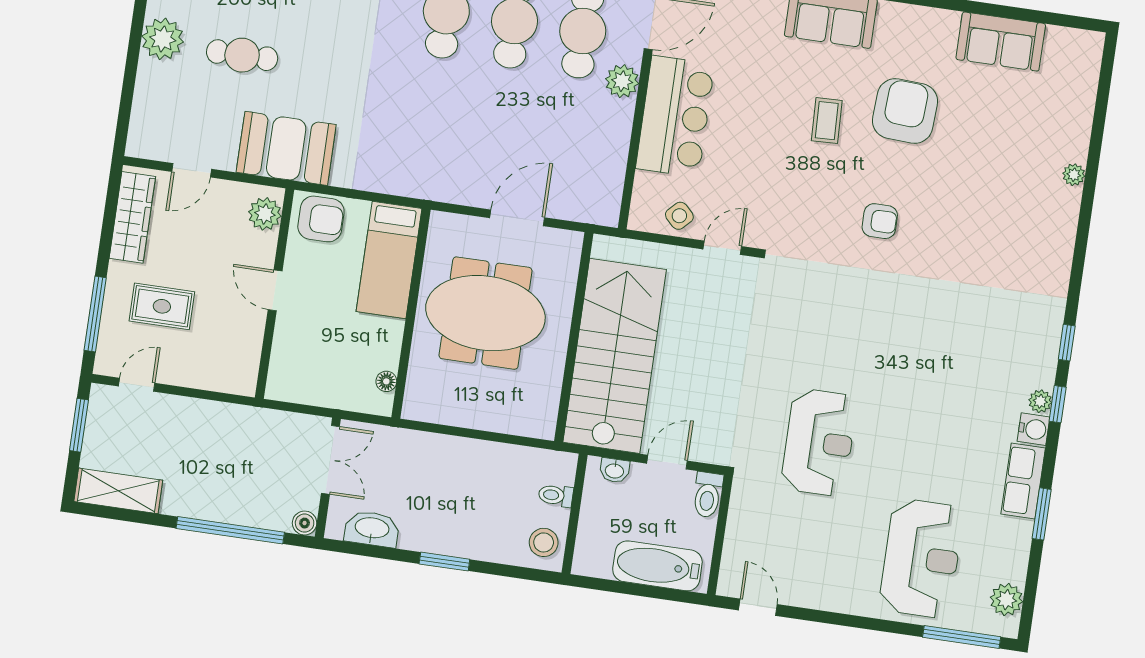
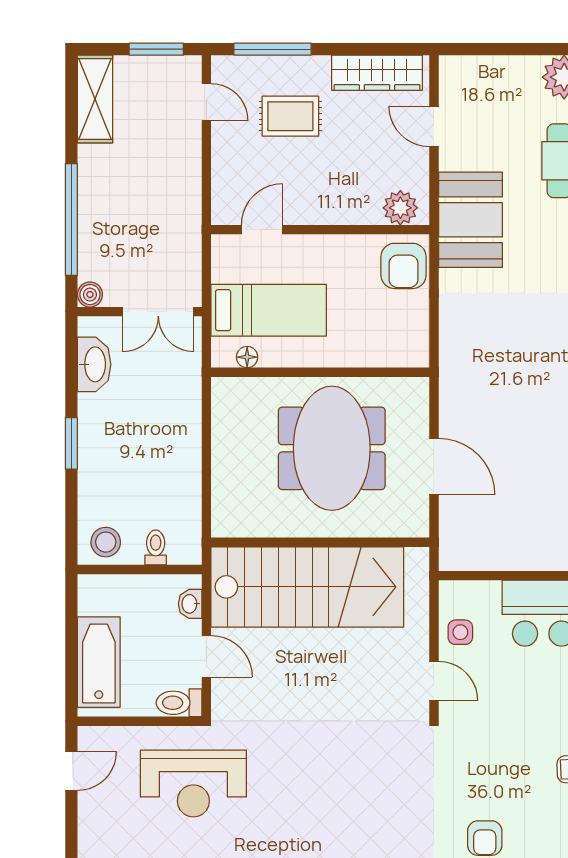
side table: (679, 216) -> (460, 632), turned 45
bed: (389, 260) -> (269, 310), moved, turned 180
door: (275, 290) -> (262, 230), moved
rug: (162, 306) -> (290, 116), turned 90
reception desk: (819, 442) -> (193, 784), moved

